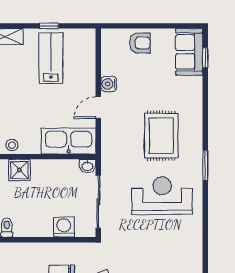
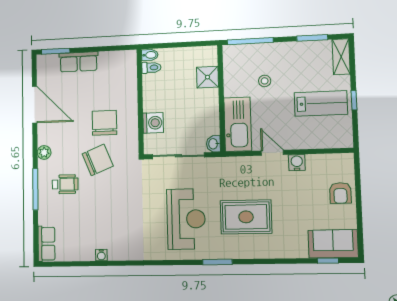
stool: (12, 145) -> (265, 81), moved

